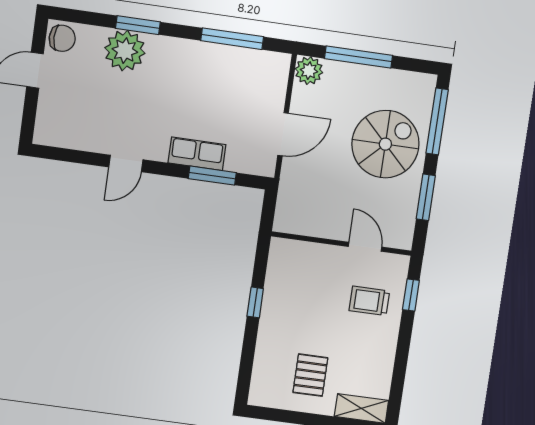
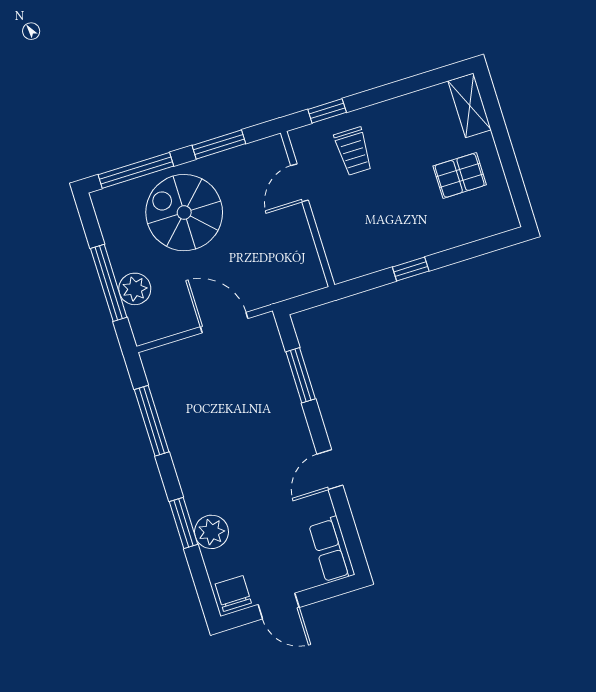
plant: (125, 51) -> (211, 532), width x0.73, depth x0.73
plant: (309, 71) -> (135, 289), moved
row of seats: (197, 154) -> (332, 549), moved
door: (126, 163) -> (330, 470), swing flipped

